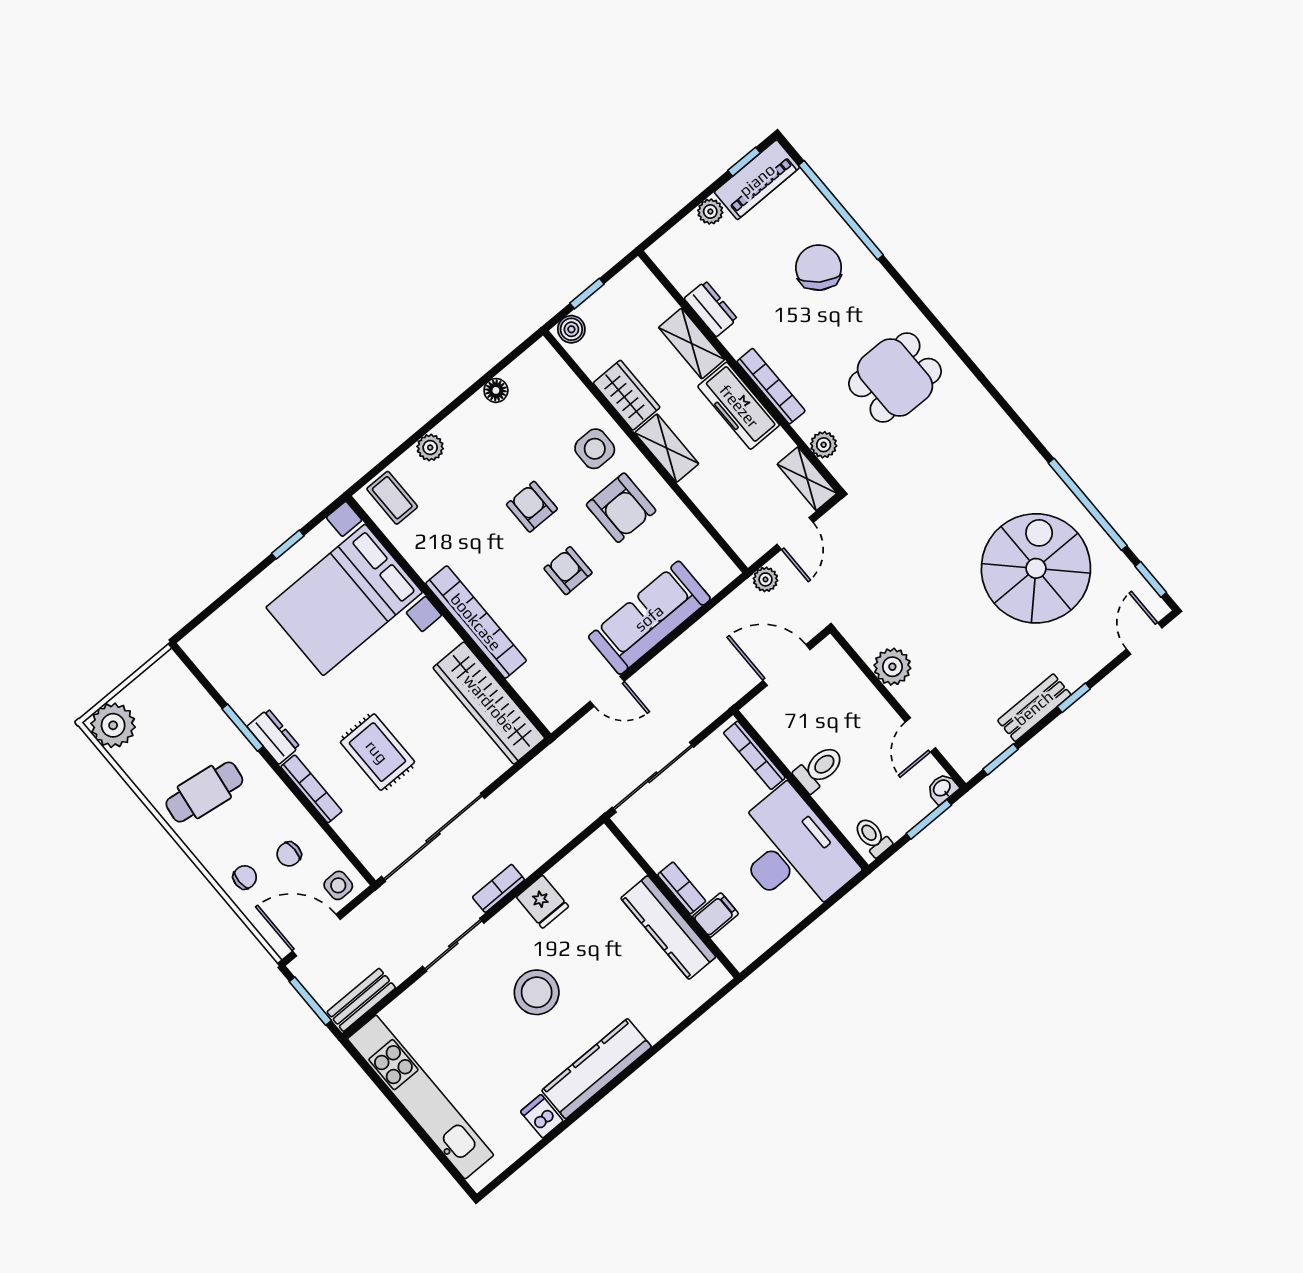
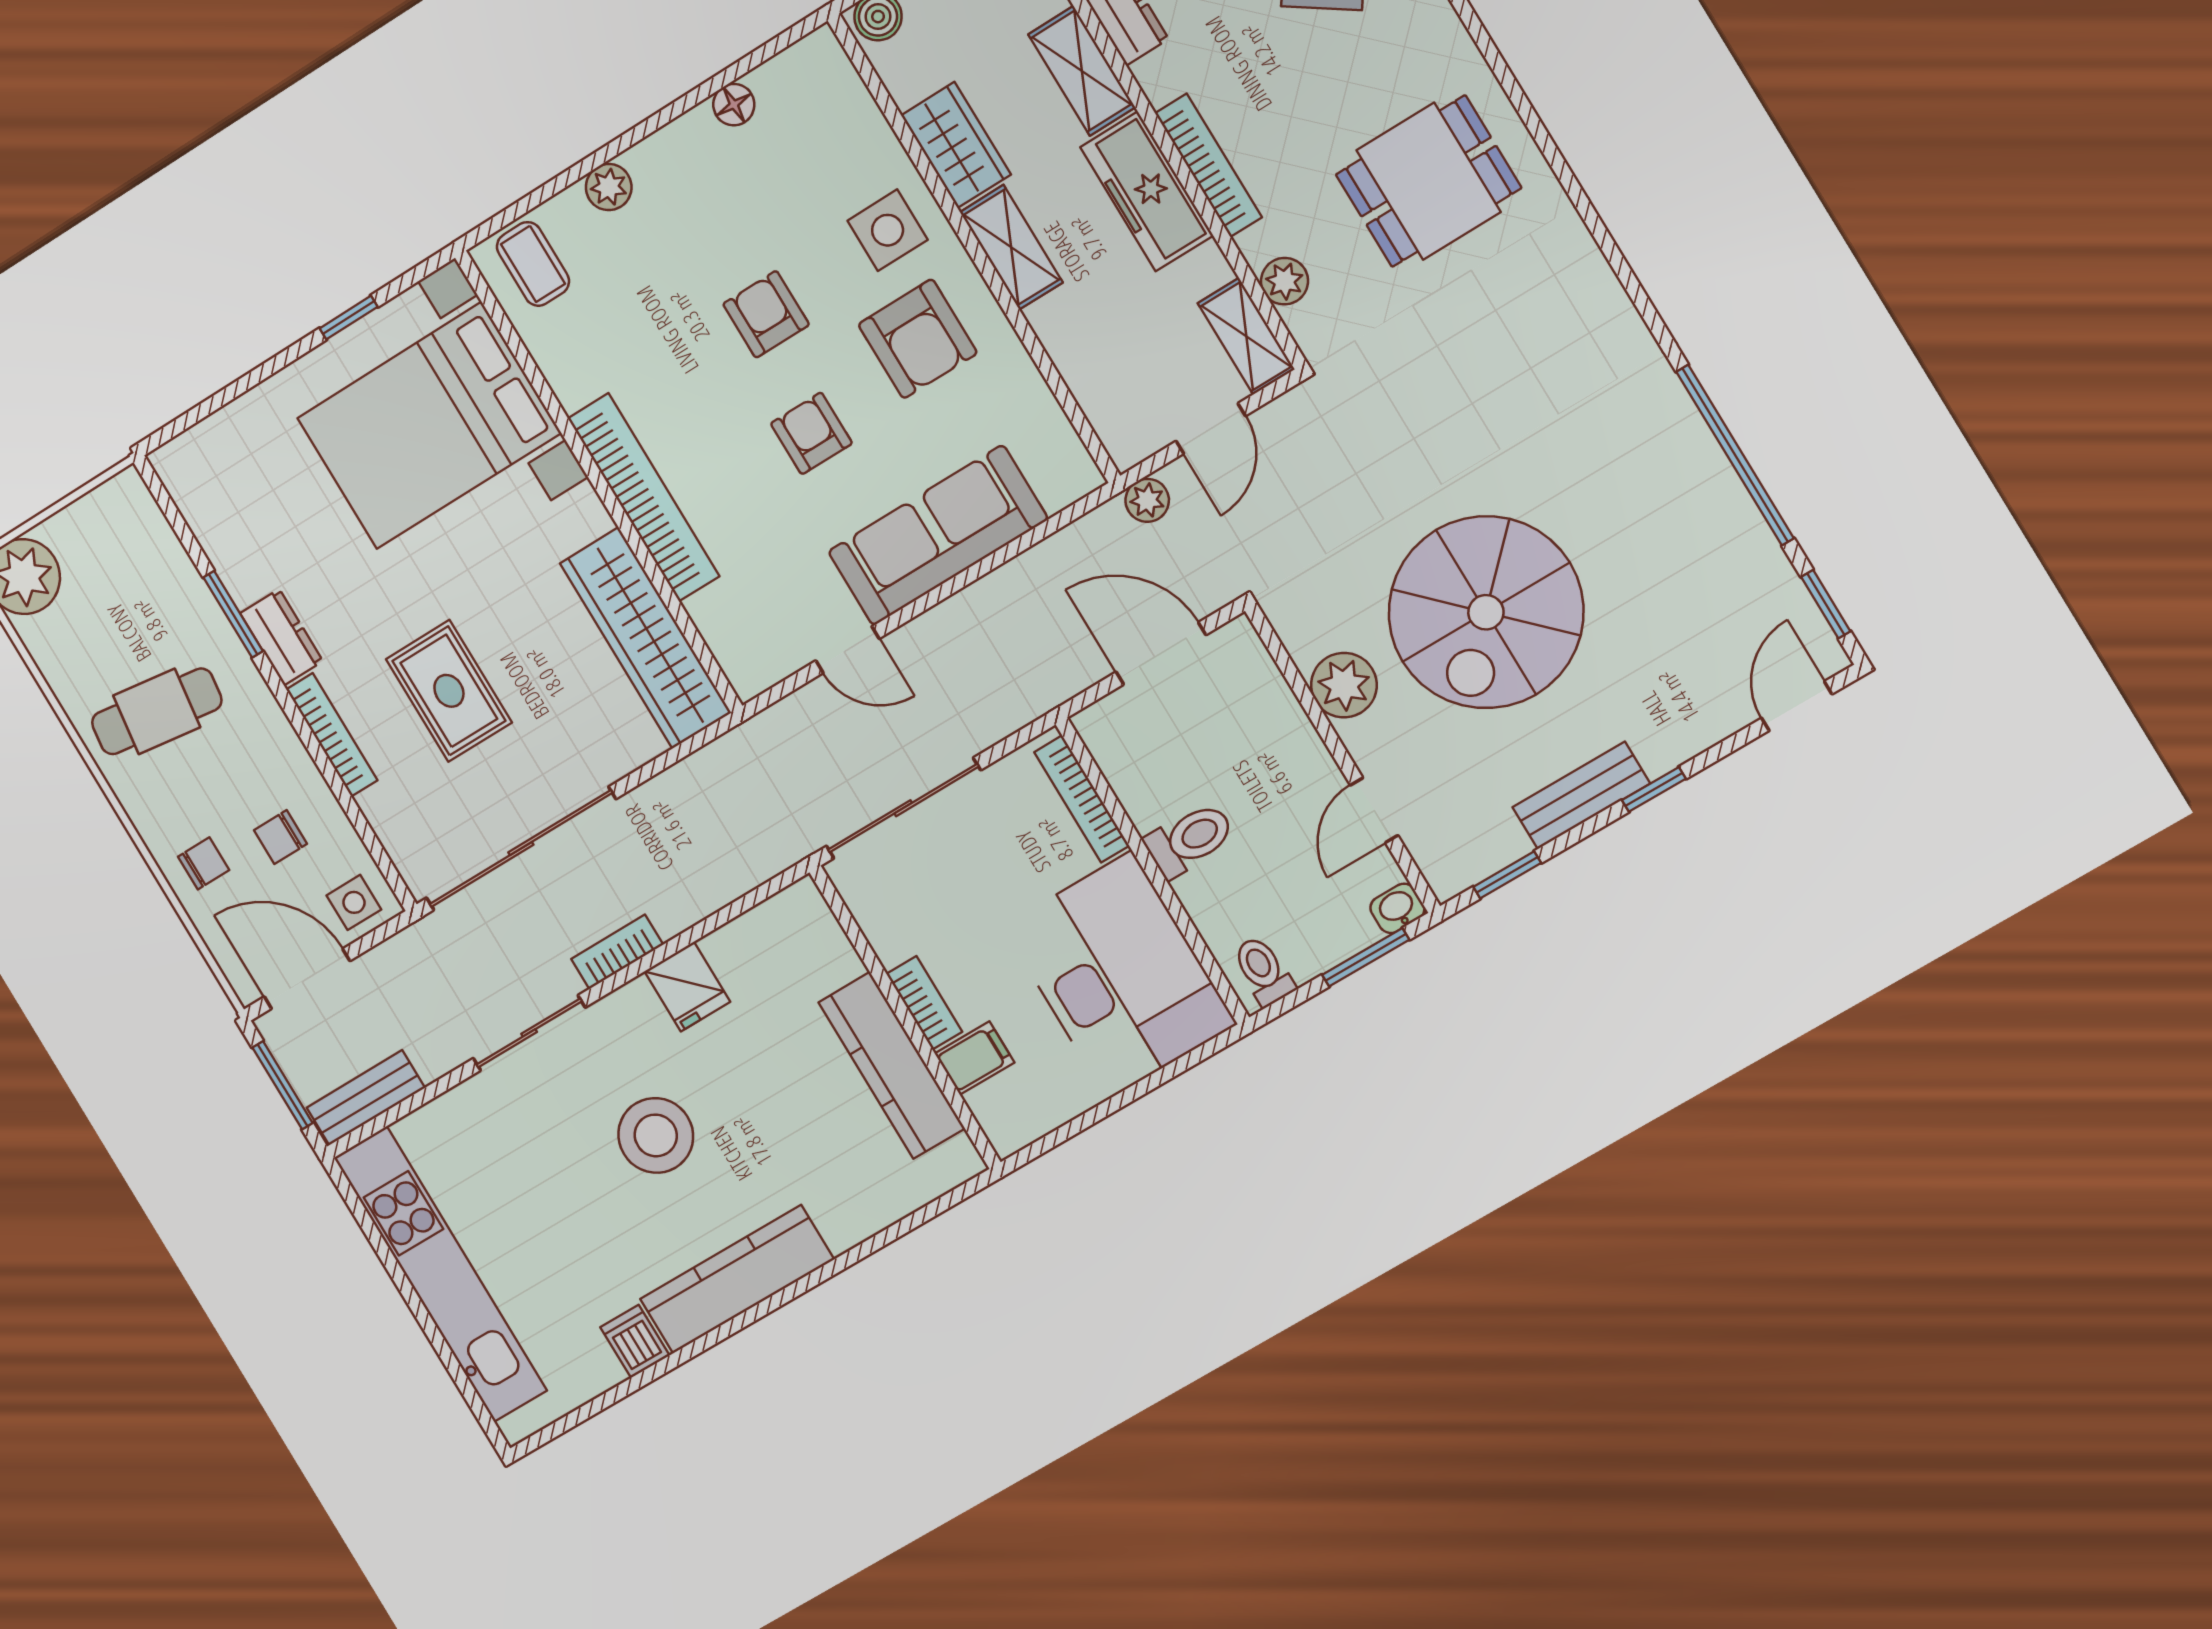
spiral stairs: (1036, 568) -> (1486, 612), moved, turned 180

